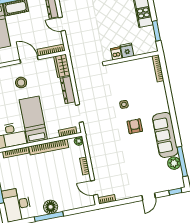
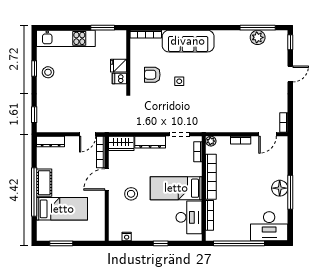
door: (62, 24) -> (88, 134), moved
armchair: (135, 126) -> (152, 75), moved
sofa: (165, 135) -> (188, 41), moved
door: (149, 197) -> (290, 74), hinge flipped

